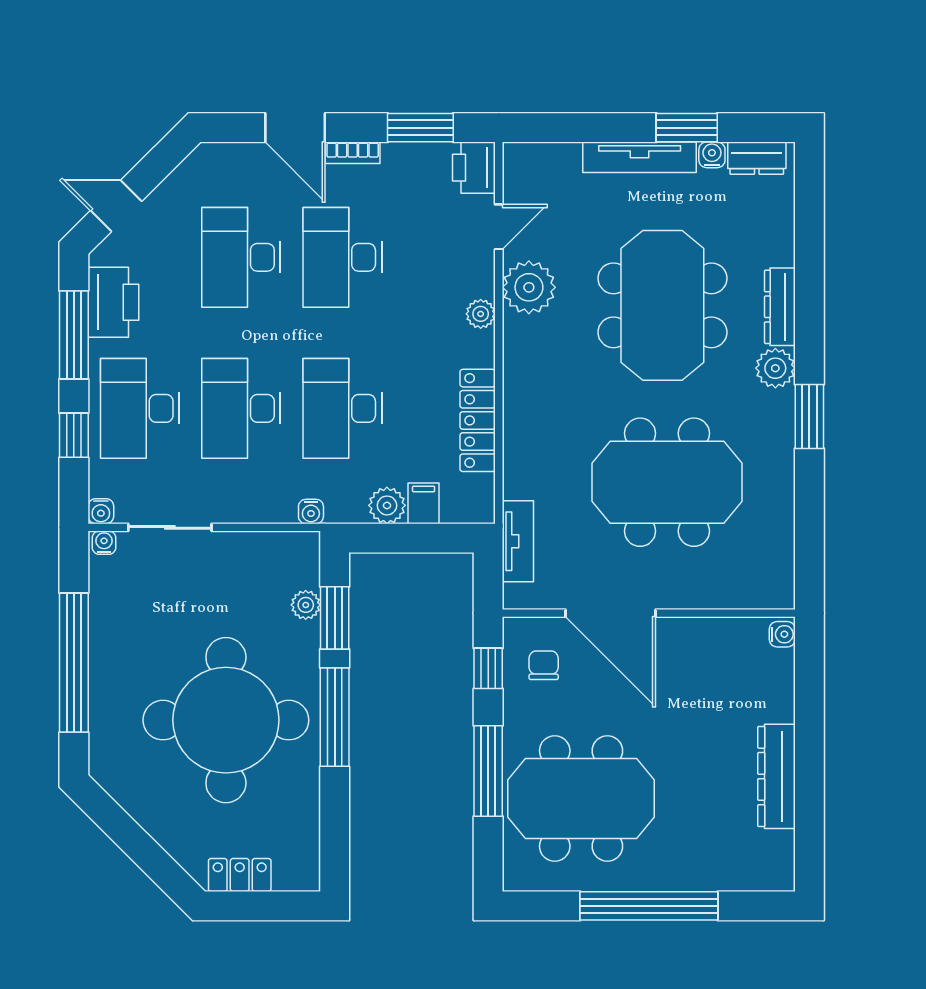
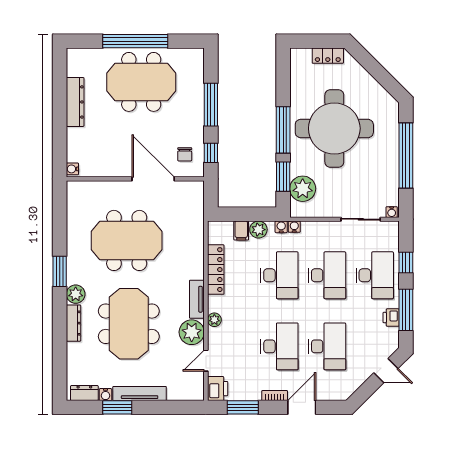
door: (295, 128) -> (302, 407), hinge flipped
printer: (113, 302) -> (391, 318), width x0.53, depth x0.68
water cooler: (101, 511) -> (281, 227), moved
tv unit: (518, 541) -> (197, 299), moved
plant: (306, 605) -> (303, 189), width x1.88, depth x1.88
meeting table: (581, 798) -> (141, 82), moved

